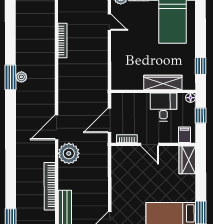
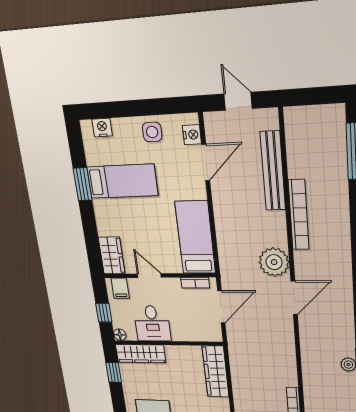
wardrobe: (119, 69) -> (216, 372), added
wardrobe: (163, 82) -> (141, 354), moved
door: (150, 144) -> (149, 276), moved
bed: (123, 172) -> (195, 237), added

